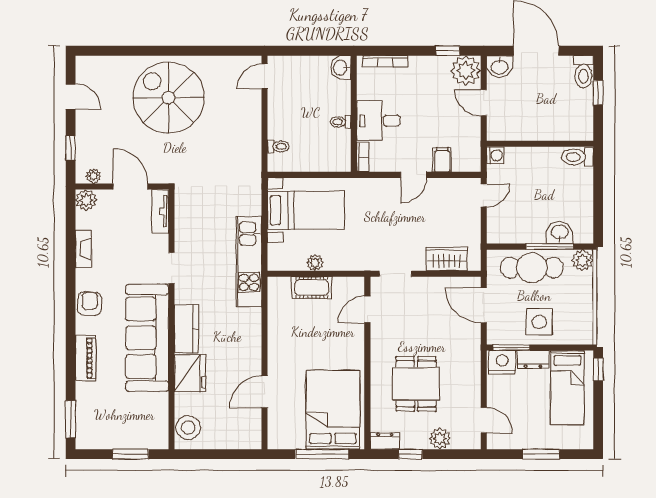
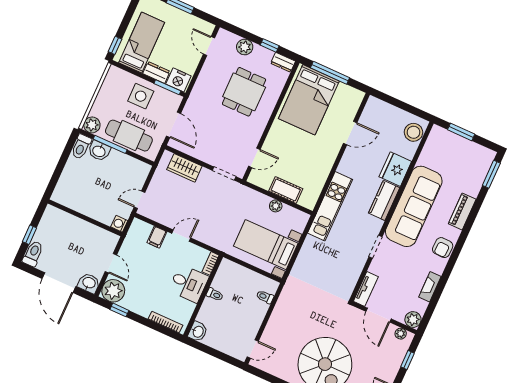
toilet: (578, 157) -> (81, 147), moved, turned 90
kitchen unit: (249, 262) -> (330, 206), moved

